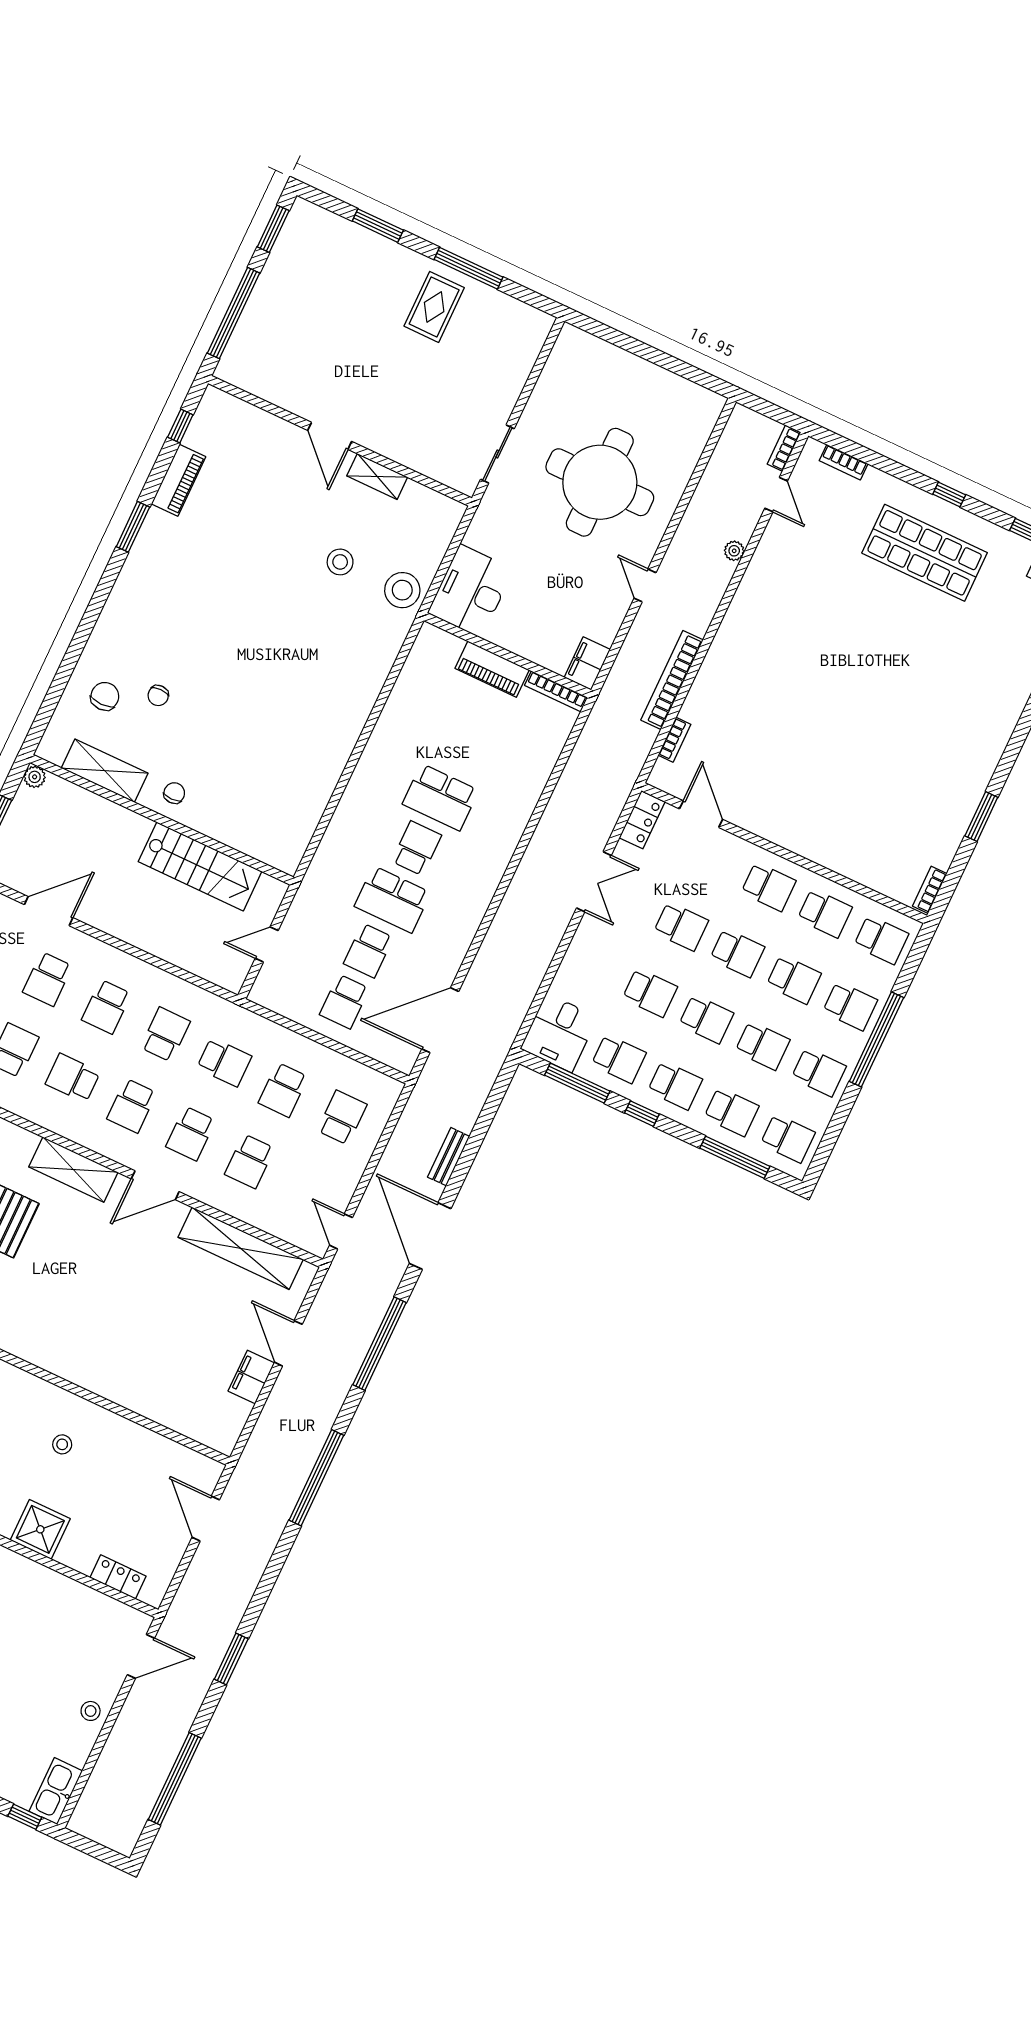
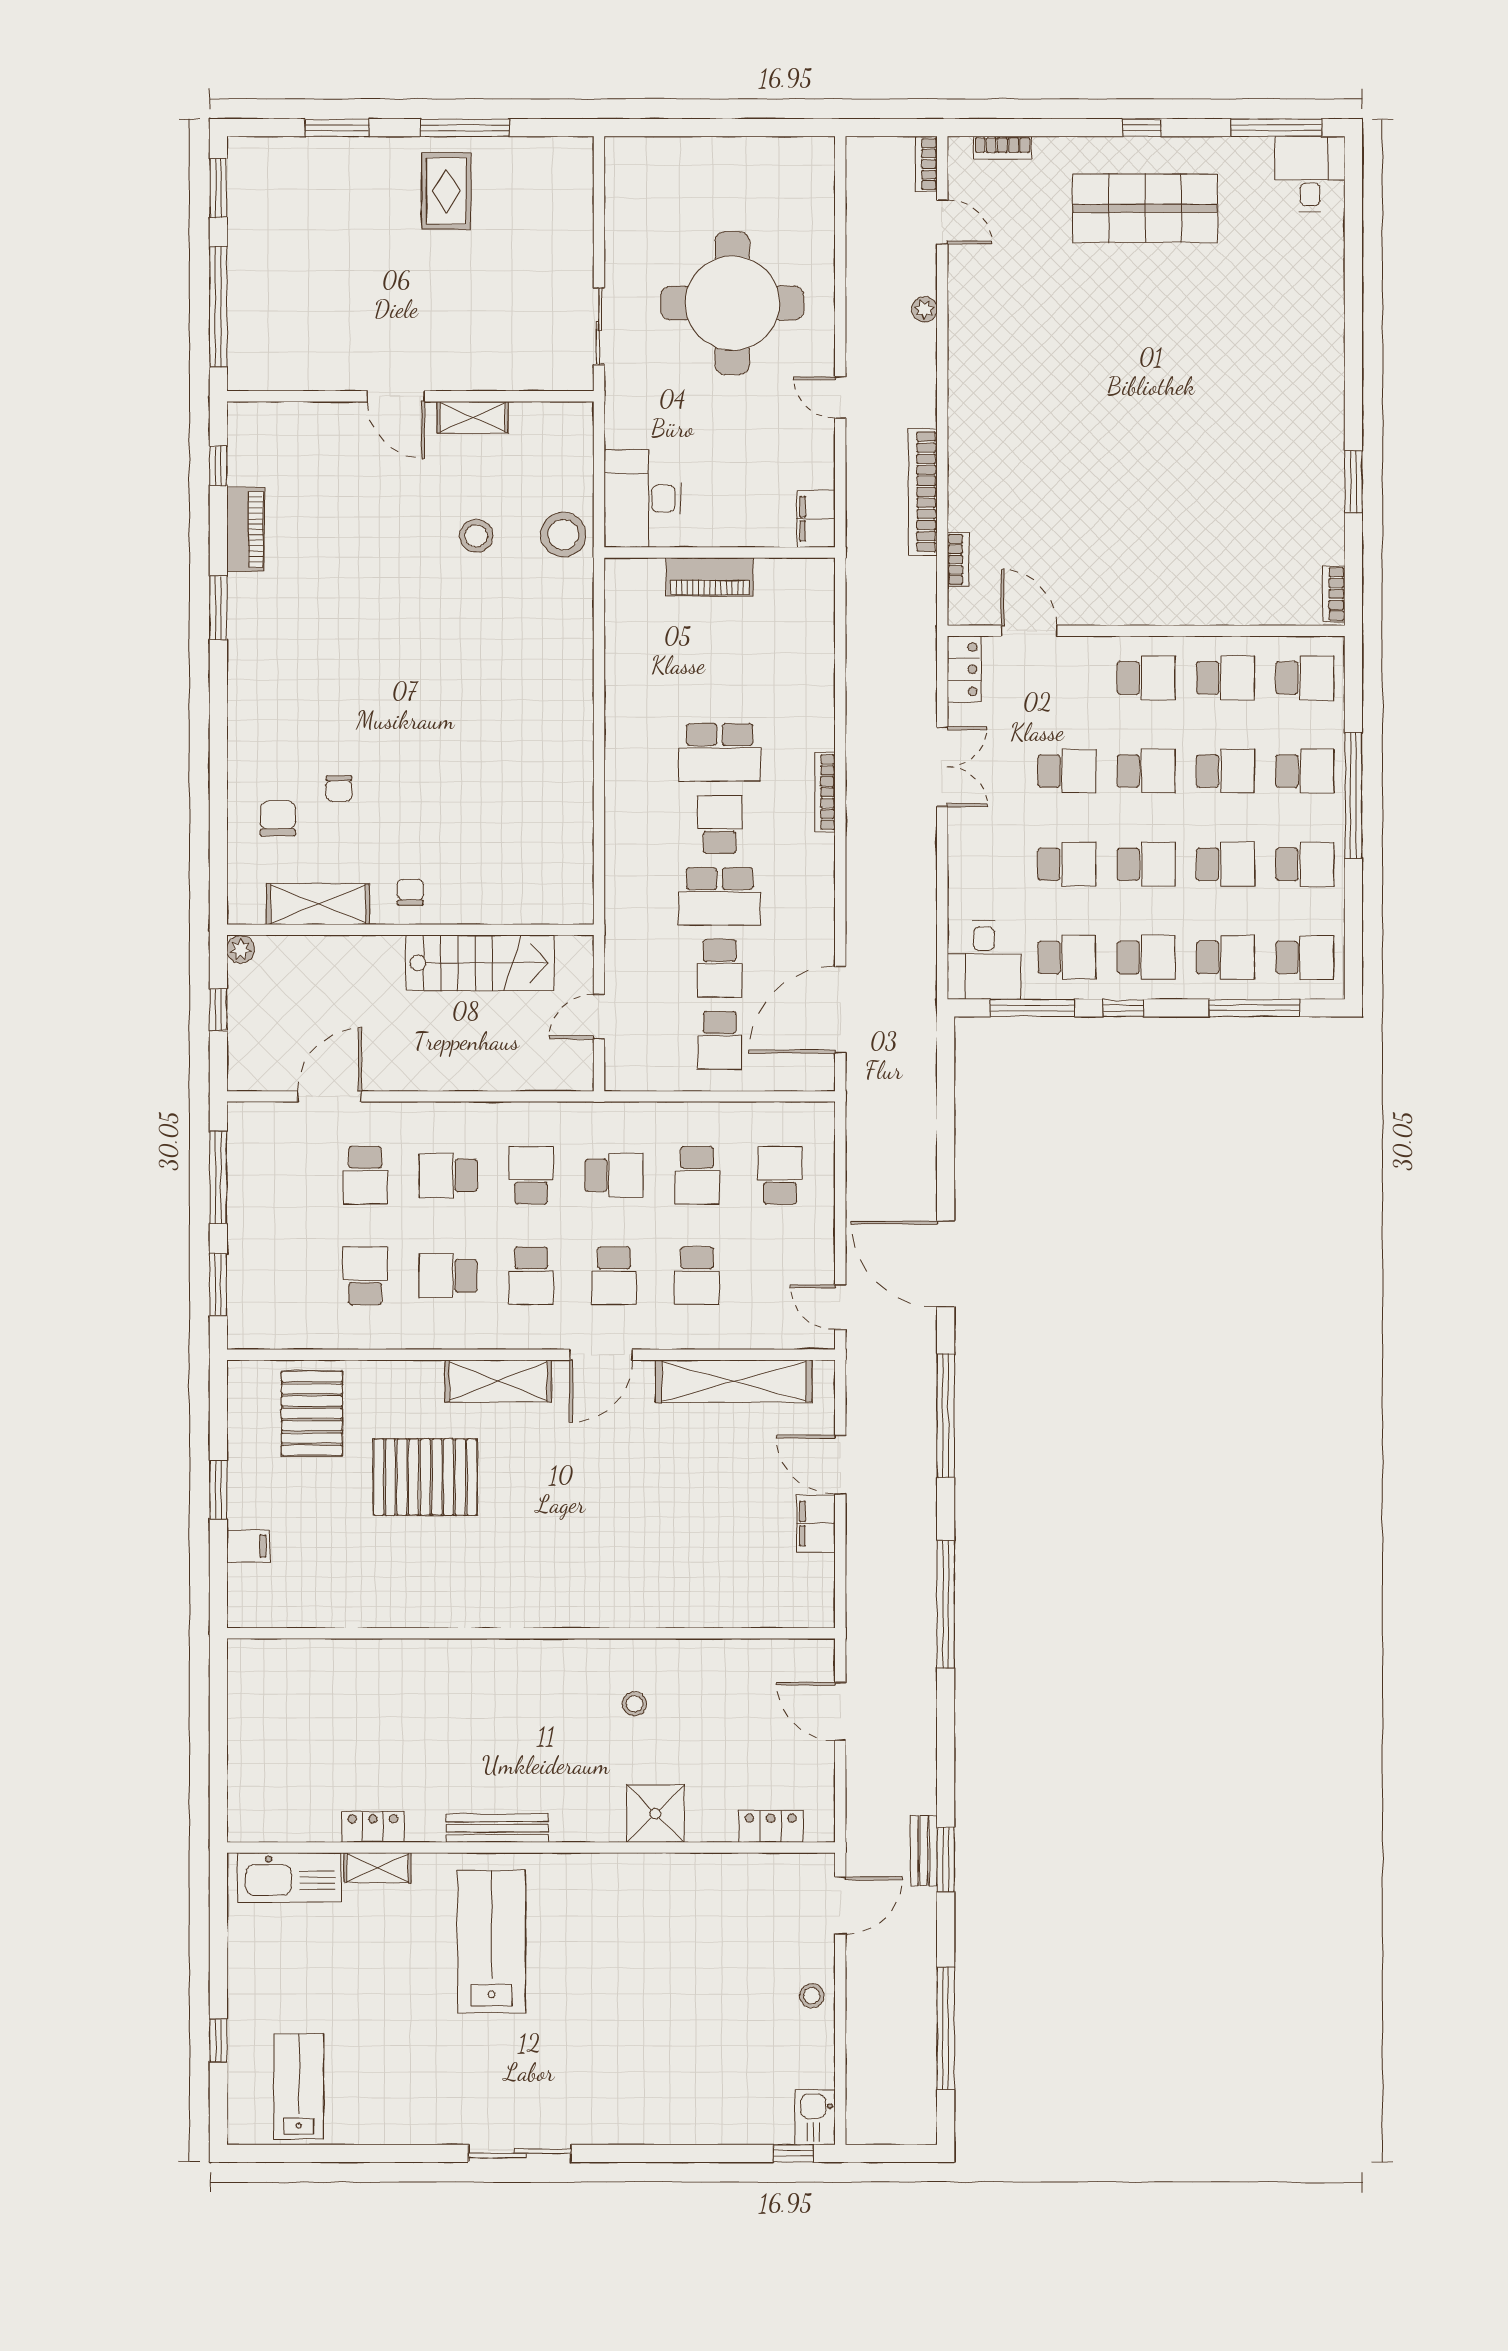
bookcase: (556, 691) -> (825, 792), moved, turned 90
school desk: (106, 1007) -> (448, 1175), turned 90
bench: (449, 1157) -> (924, 1851), moved
kitchen sink: (56, 1791) -> (815, 2117), width x0.73

